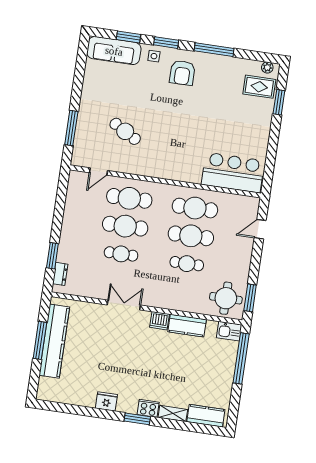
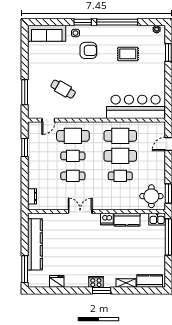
window: (128, 37) -> (56, 22), removed
window: (214, 50) -> (117, 22), width x1.46
armchair: (182, 73) -> (88, 50), moved, turned -90
rug: (259, 87) -> (128, 54), moved
bar counter: (233, 173) -> (136, 107), width x1.36
cafe table: (125, 226) -> (73, 156), width x0.73, depth x0.74
window: (52, 256) -> (25, 147), moved
window: (40, 340) -> (25, 269), moved
fridge: (106, 401) -> (57, 281), moved
cooker: (148, 408) -> (96, 282), moved

